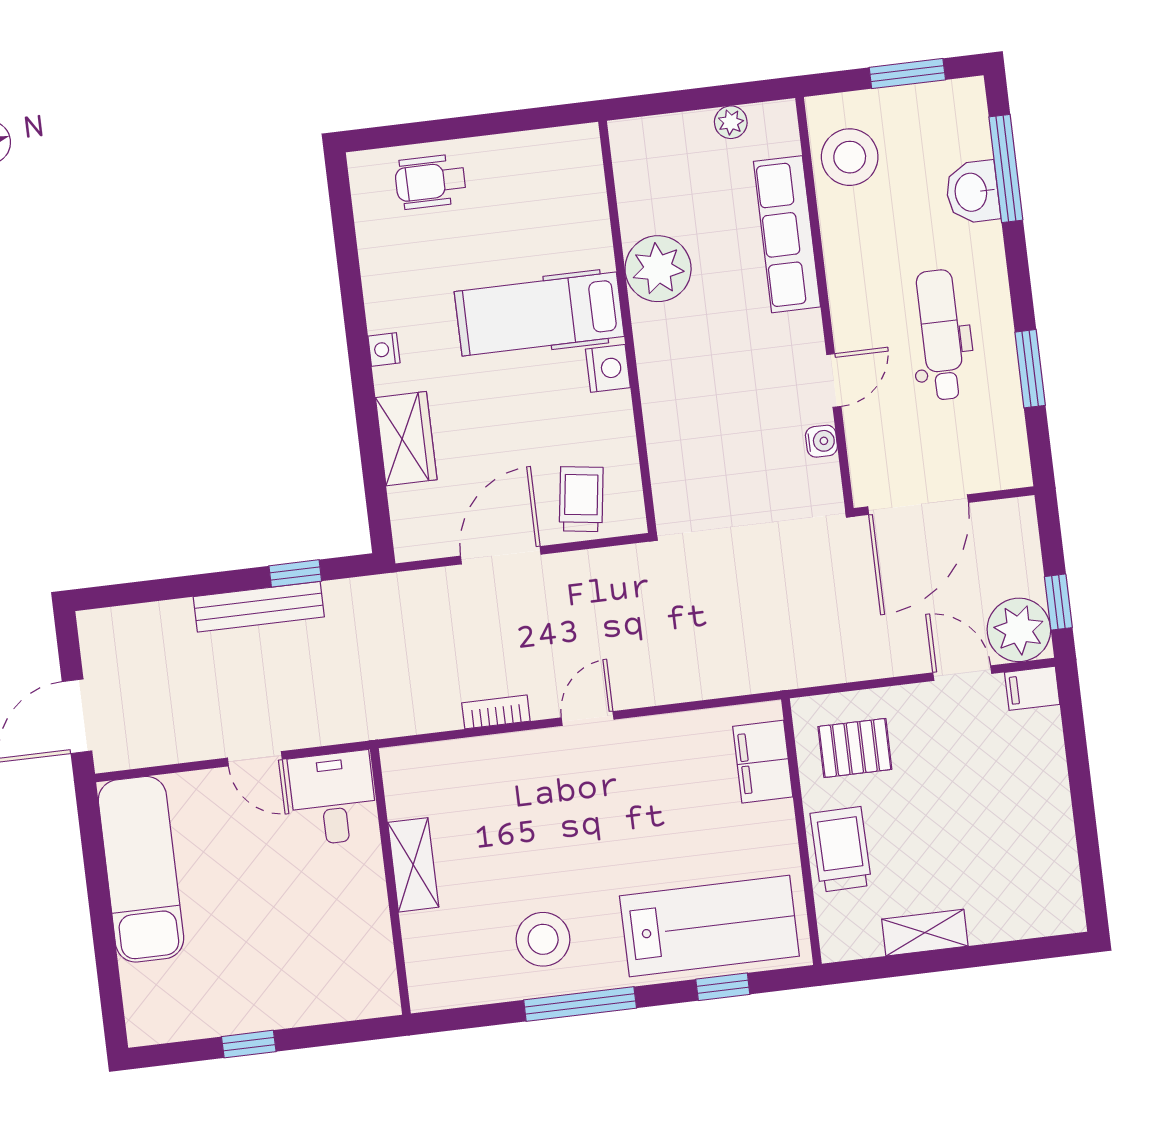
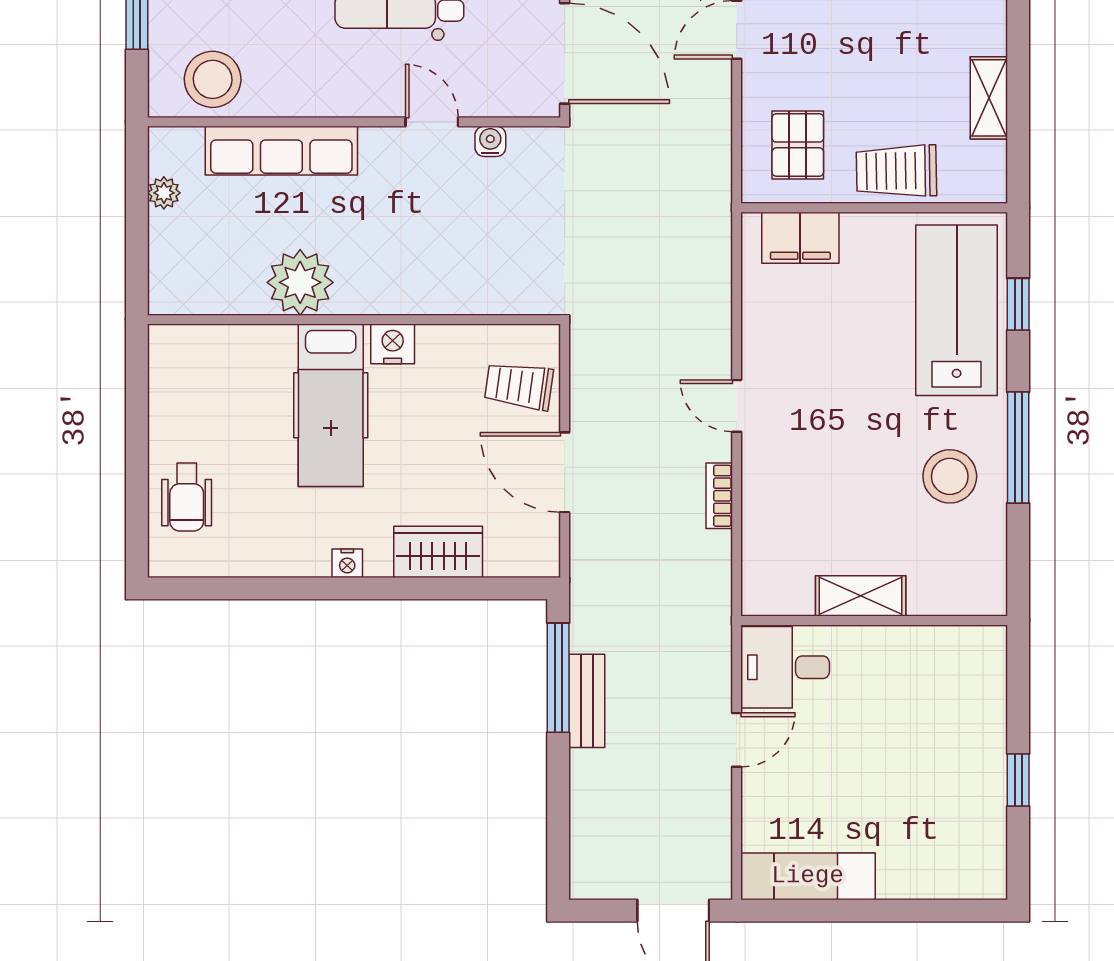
window: (295, 573) -> (558, 678), width x2.17
bench: (259, 607) -> (587, 701), width x0.73
exam couch: (141, 869) -> (808, 876), width x0.73, depth x0.69

